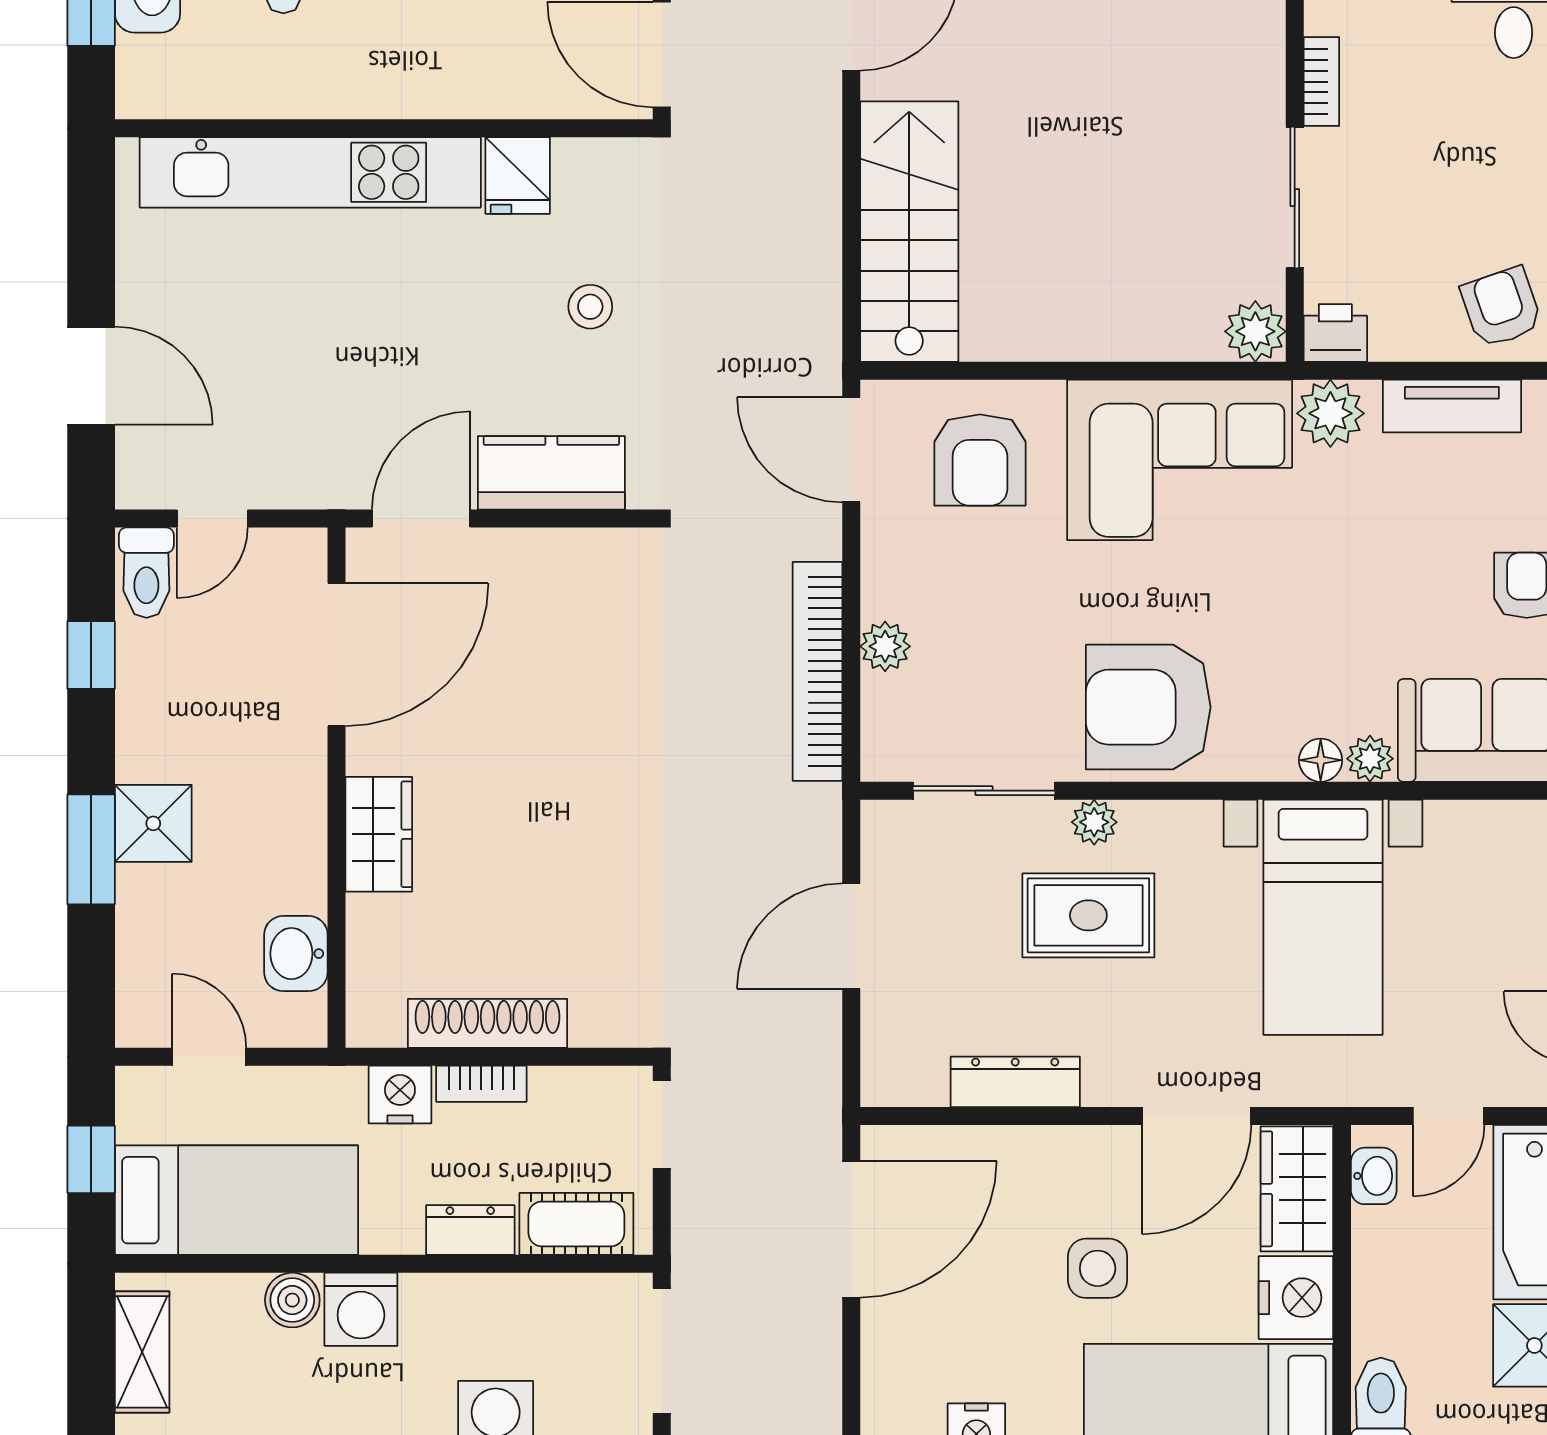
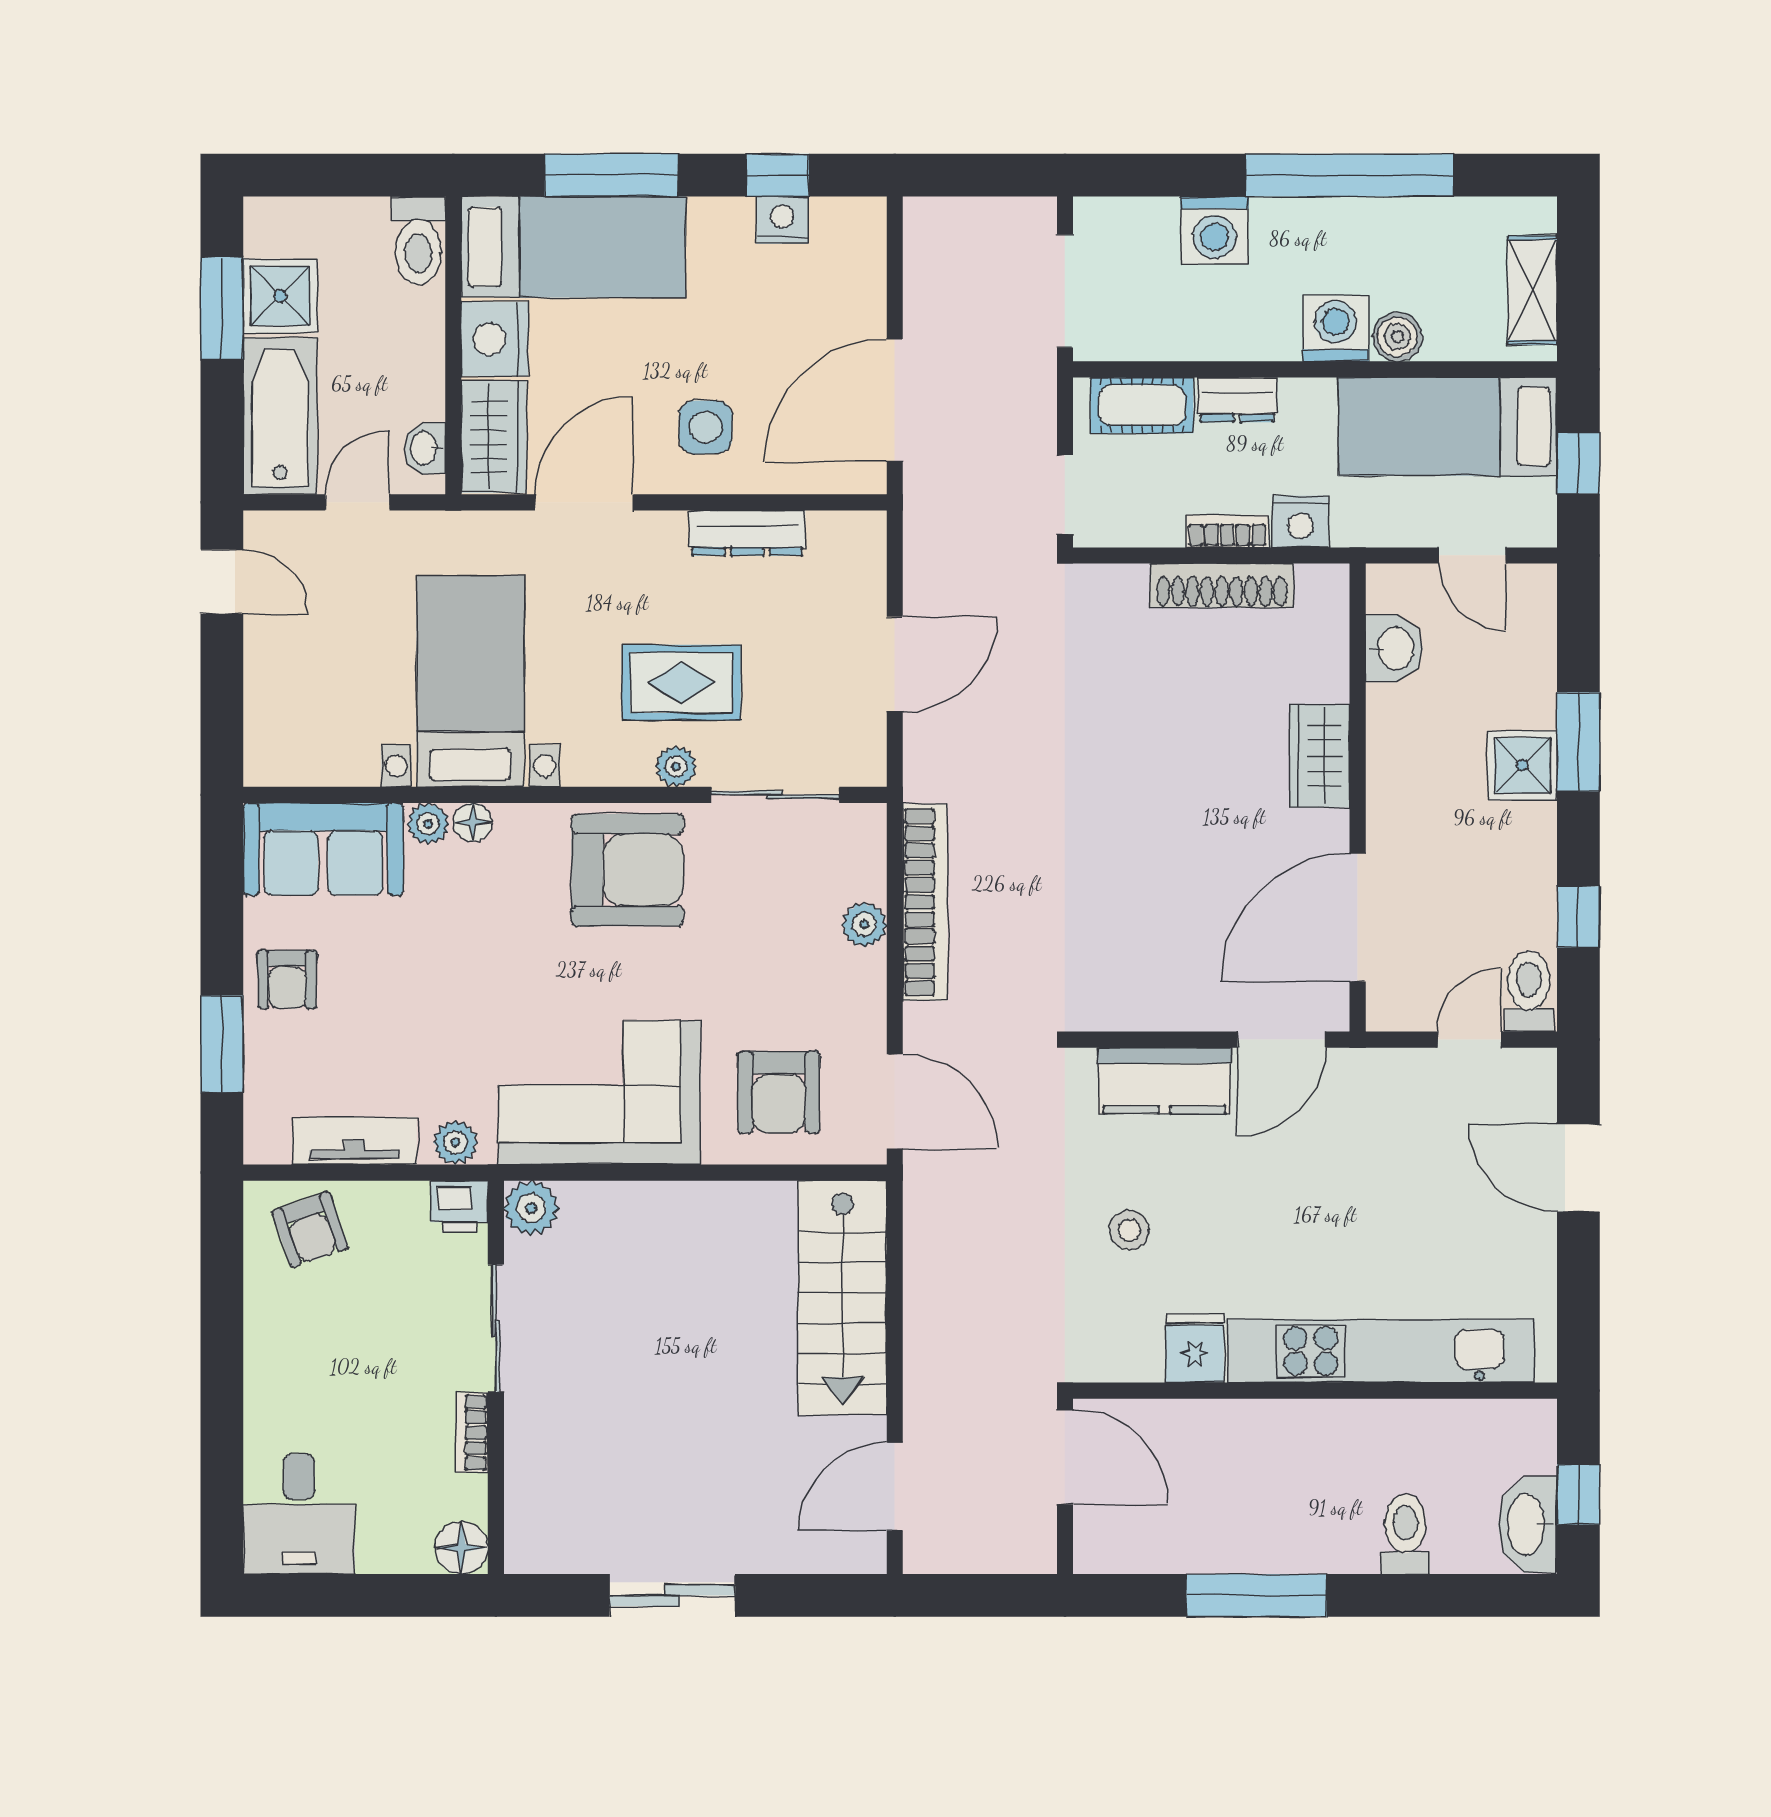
plant: (1330, 413) -> (455, 1142), width x0.73, depth x0.73
armchair: (980, 460) -> (779, 1092), turned 180
side table: (1098, 1268) -> (706, 427), moved

